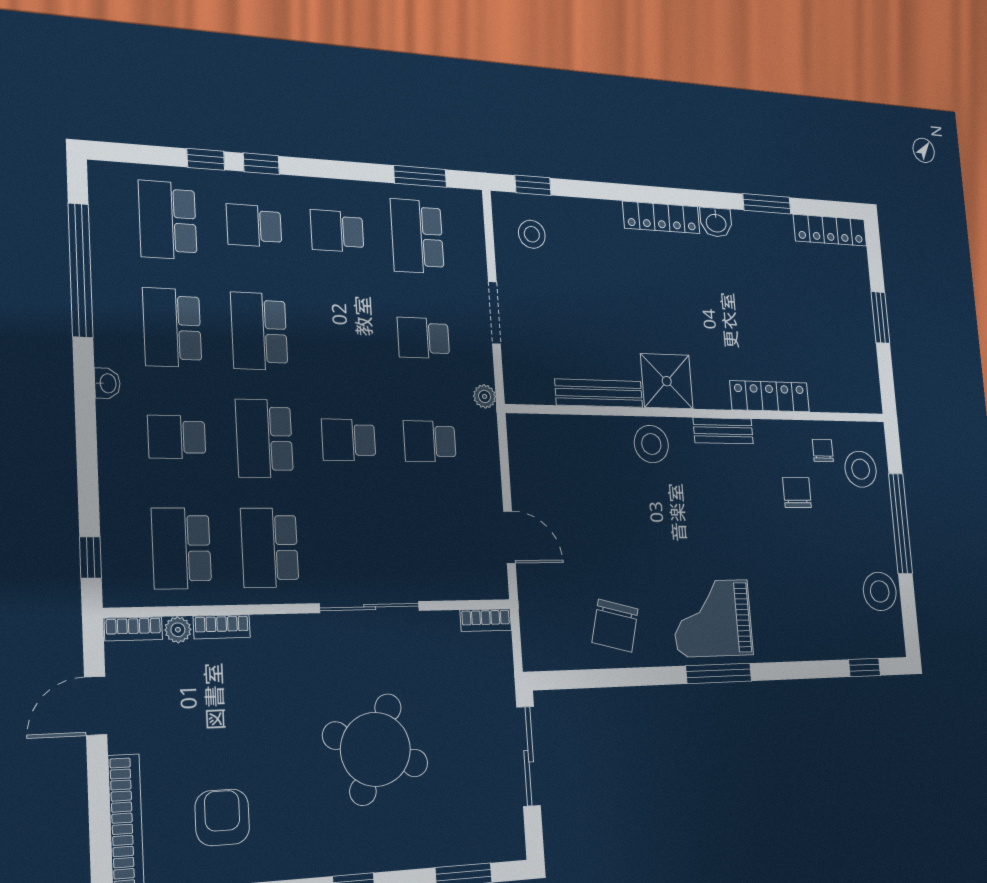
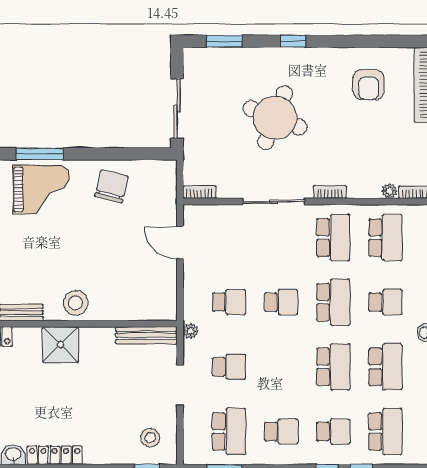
bench: (599, 393) -> (146, 335), moved
bookcase: (222, 627) -> (330, 192), moved

